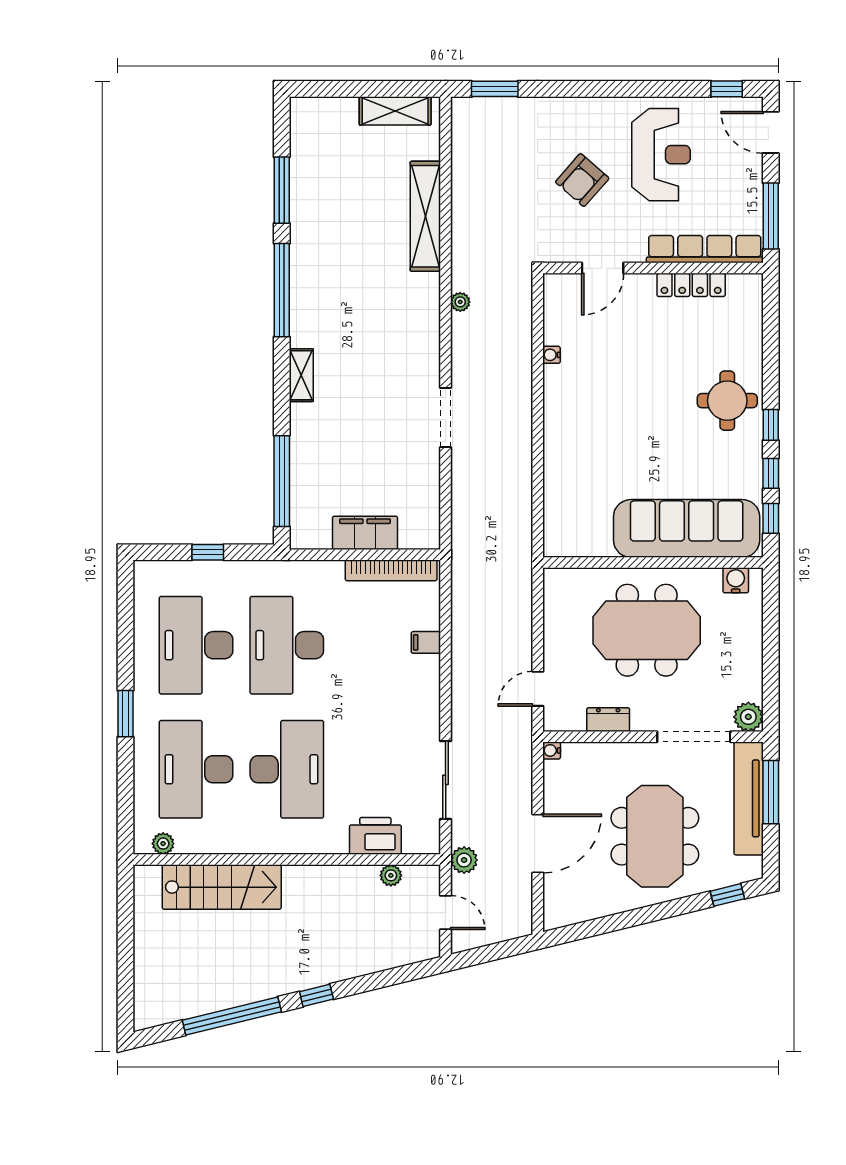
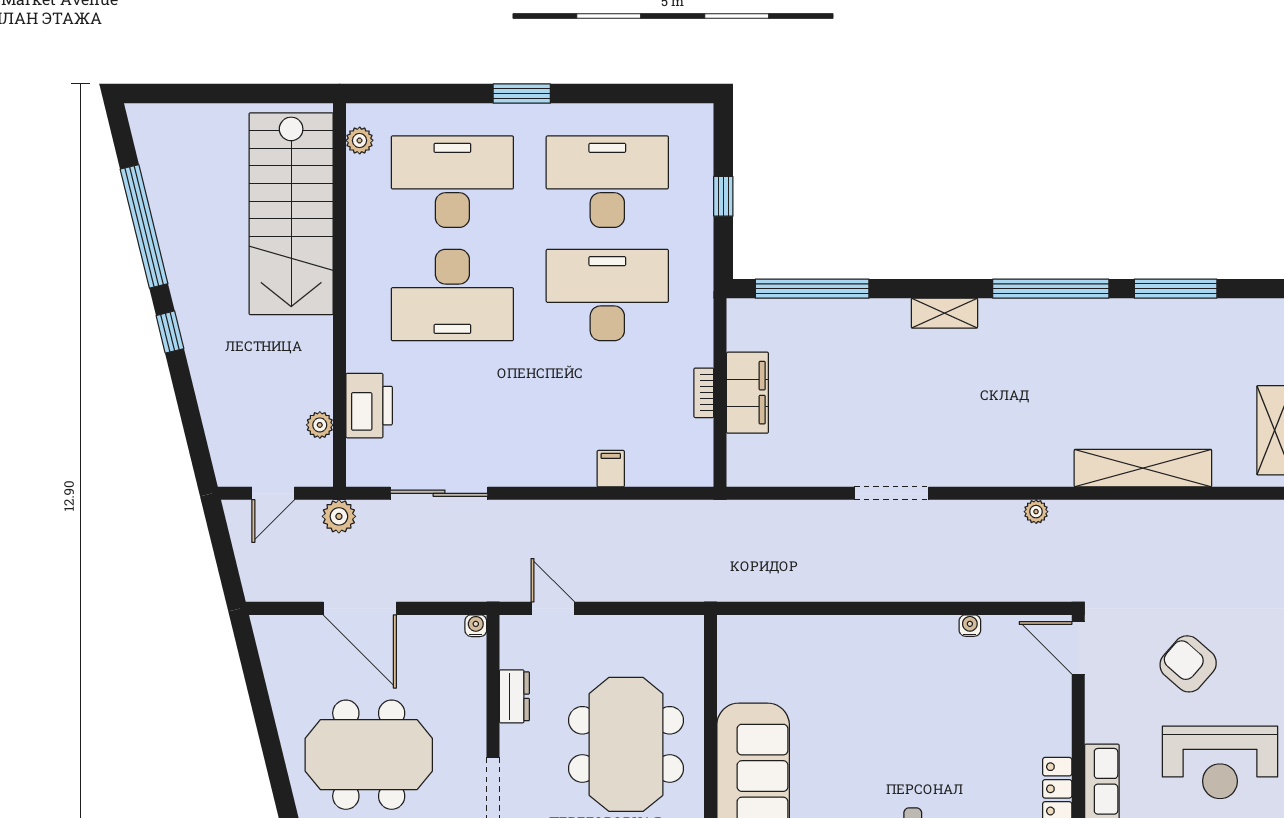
door: (603, 268) -> (1078, 648), moved
bookcase: (391, 570) -> (704, 393), width x0.43, depth x0.76
stairs: (222, 887) -> (291, 214), width x1.36, depth x1.51

